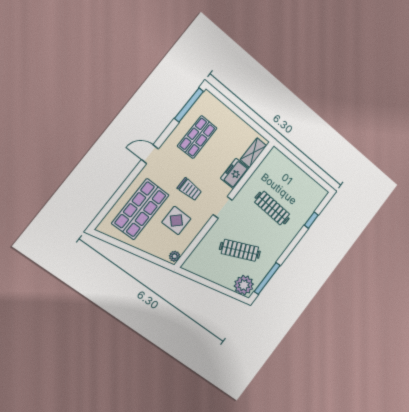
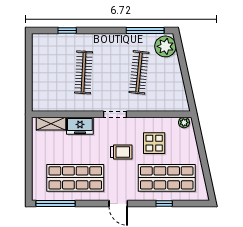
shop shelf: (197, 137) -> (75, 178), width x1.43, depth x1.36
trolley: (190, 189) -> (121, 152), turned 90
window: (121, 191) -> (164, 204), added
clothes rail: (240, 250) -> (139, 72), turned 30

